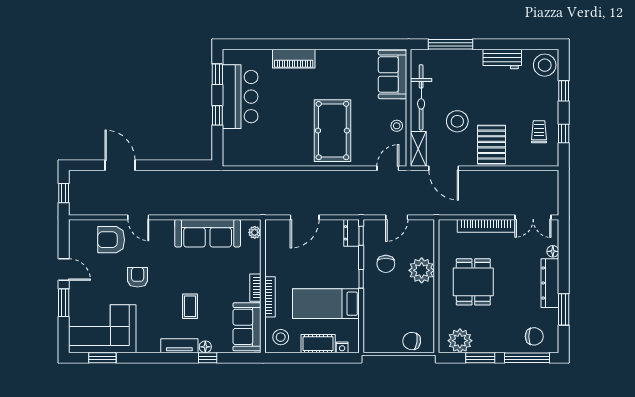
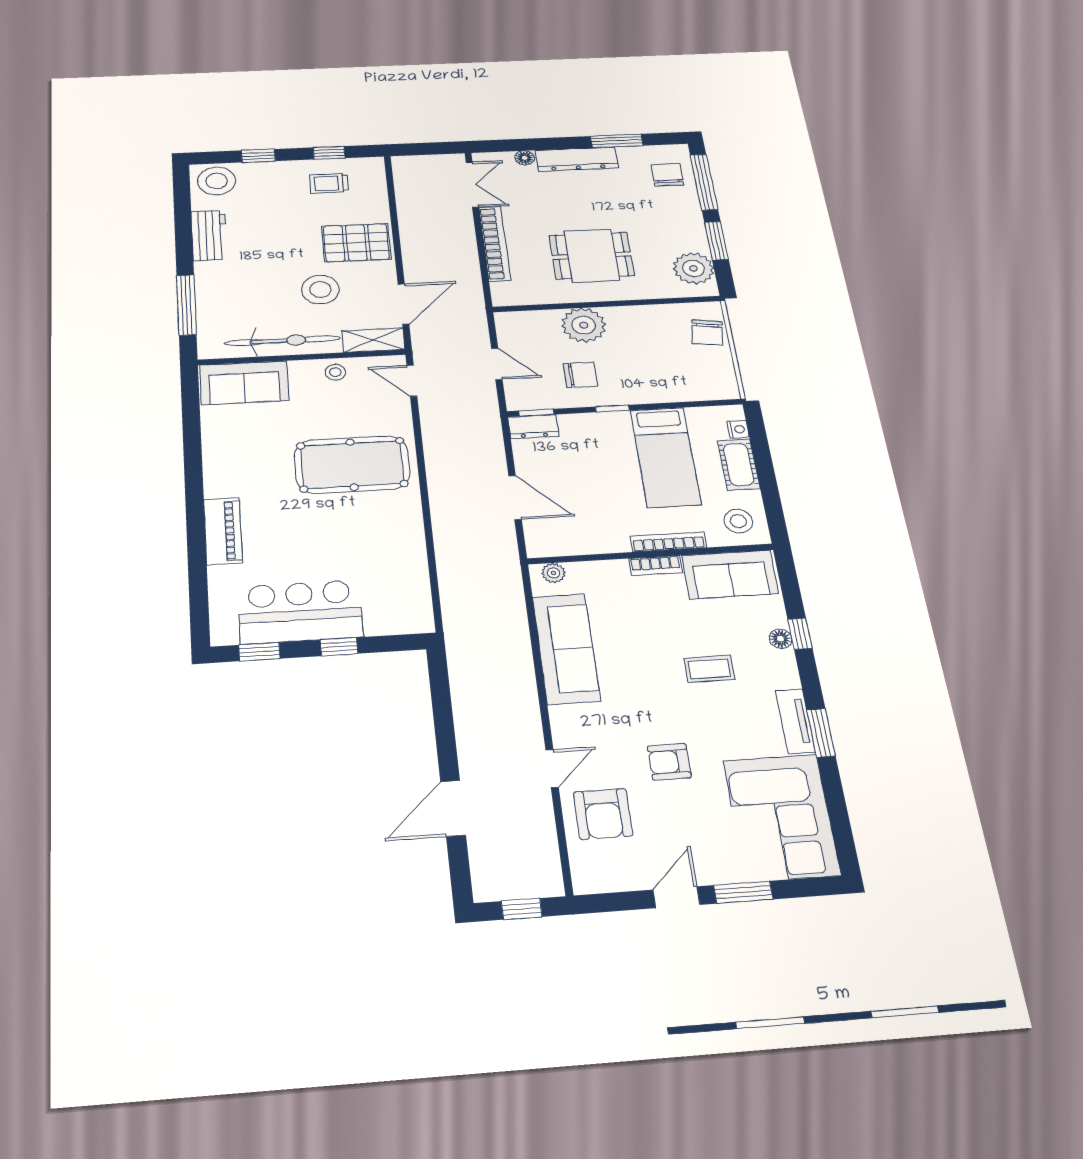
tv unit: (179, 346) -> (795, 721), moved
window: (102, 358) -> (821, 733), moved

